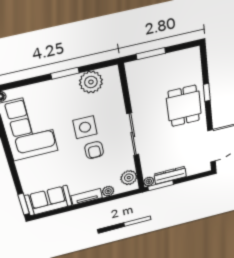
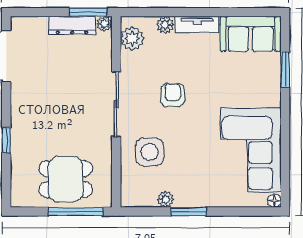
window: (151, 54) -> (76, 212), width x1.44
plant: (91, 82) -> (166, 199), width x0.53, depth x0.53
dining table: (184, 106) -> (66, 179), moved, turned 90
side table: (85, 127) -> (149, 152), moved
window: (24, 204) -> (285, 70), moved

